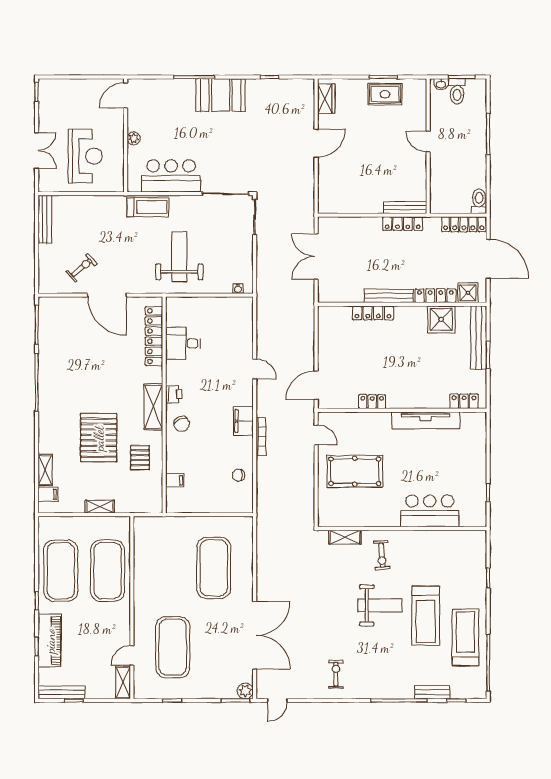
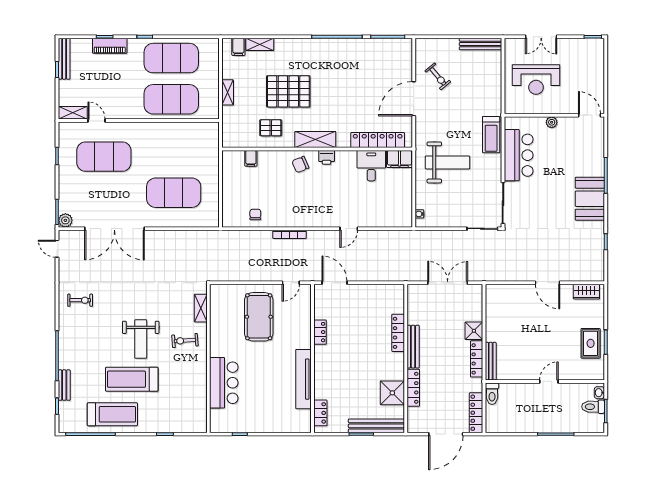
toilet: (479, 201) -> (492, 394), moved, turned 90
shower: (468, 293) -> (474, 331), moved
filing cabinet: (243, 421) -> (399, 159), moved, turned 180
piano: (50, 641) -> (110, 46), width x0.73, depth x0.75

